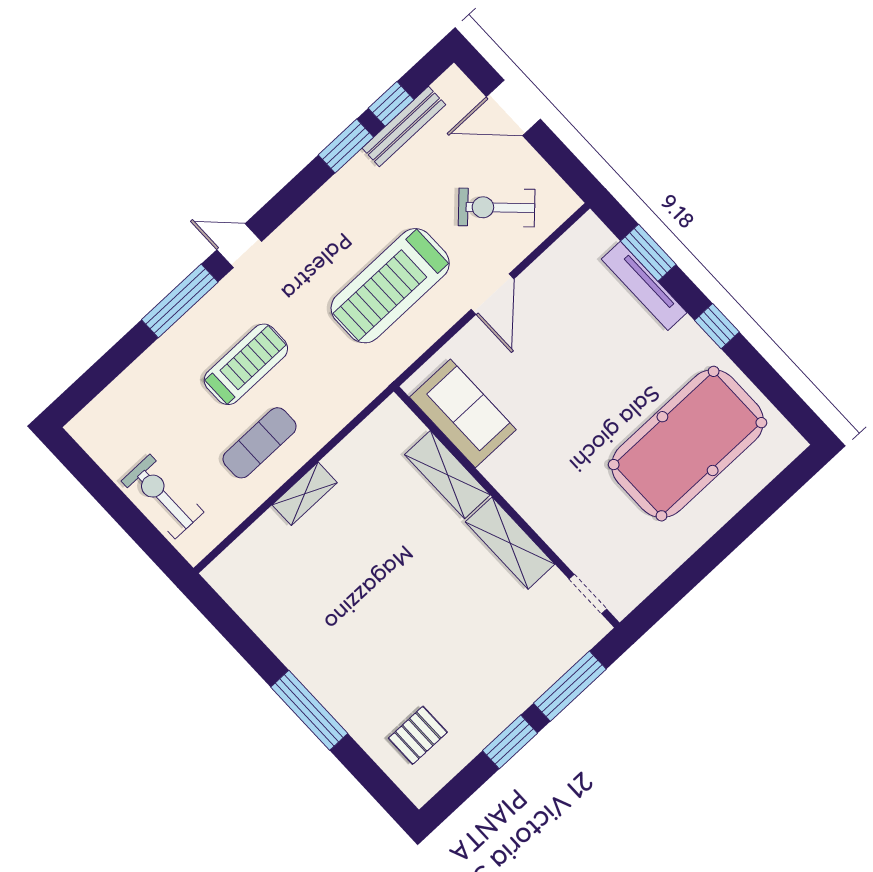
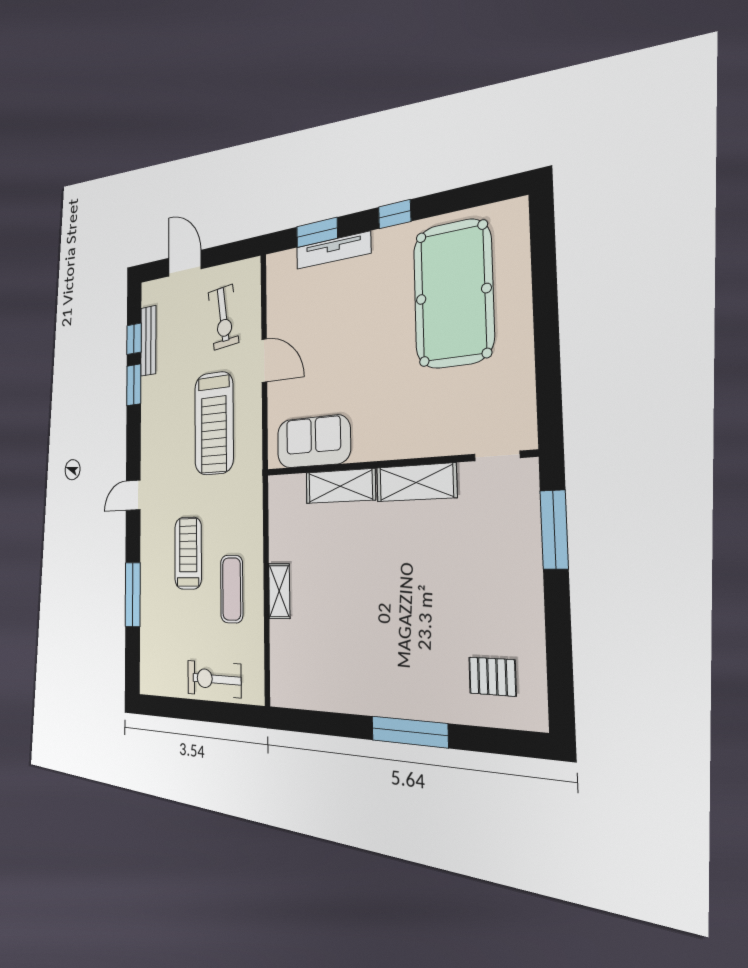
door: (513, 108) -> (185, 263), swing flipped
exercise bike: (497, 207) -> (223, 317), turned -51
window: (180, 301) -> (133, 595), moved
pallet: (418, 735) -> (492, 677), turned 90
window: (510, 742) -> (558, 614), removed

